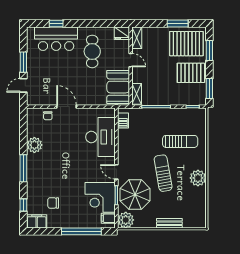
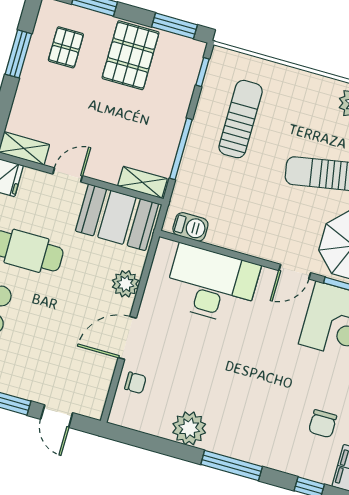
pallet: (186, 44) -> (66, 47), width x0.49, depth x0.50
plant: (90, 99) -> (125, 284), added
sun lounger: (180, 141) -> (241, 119), moved

